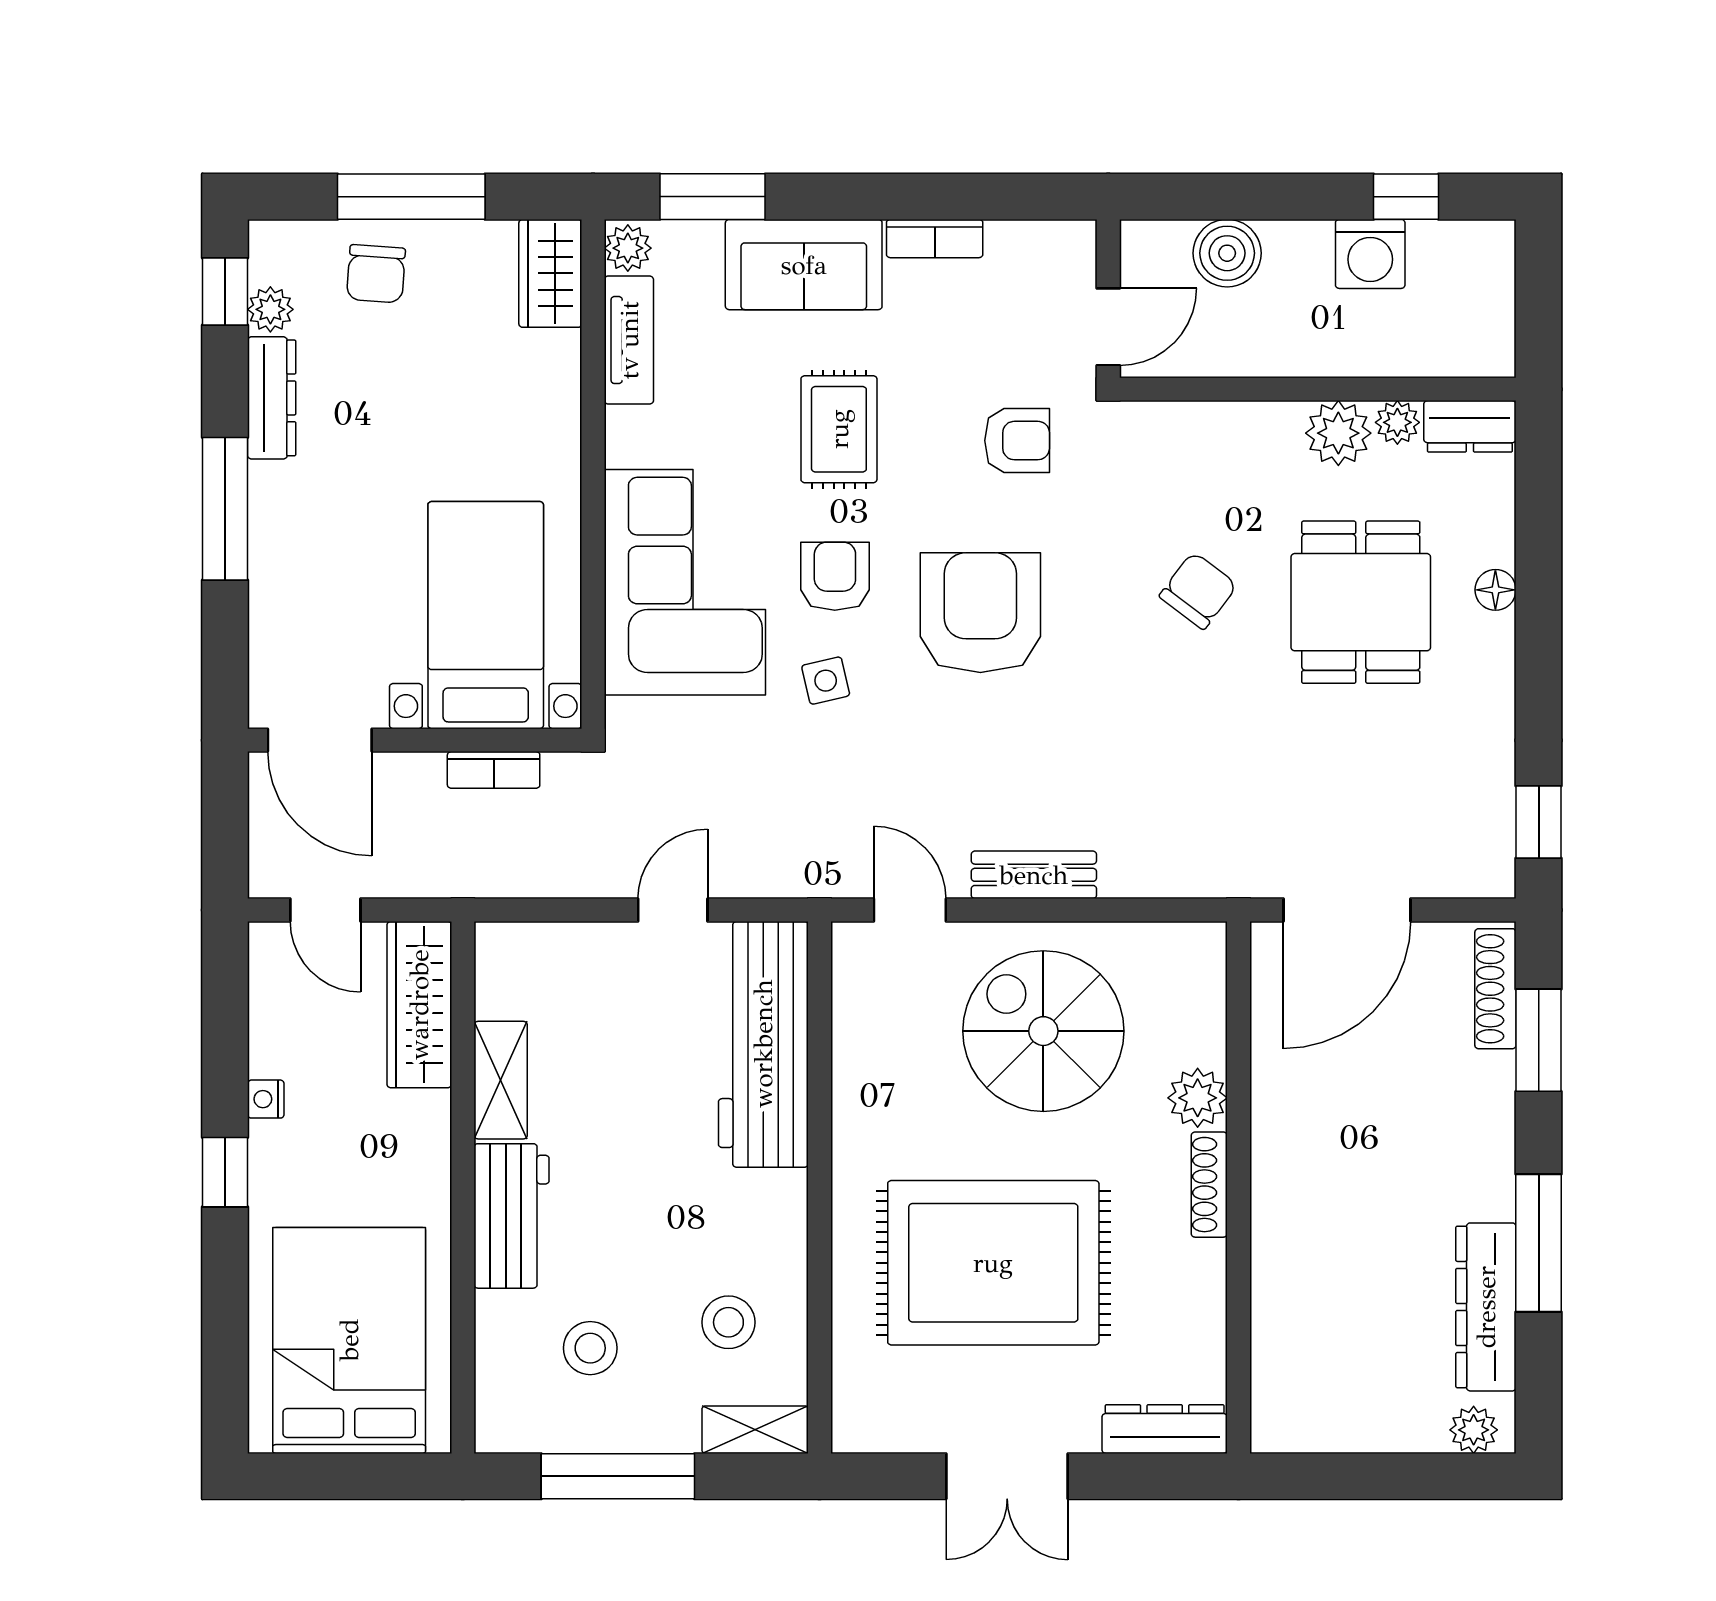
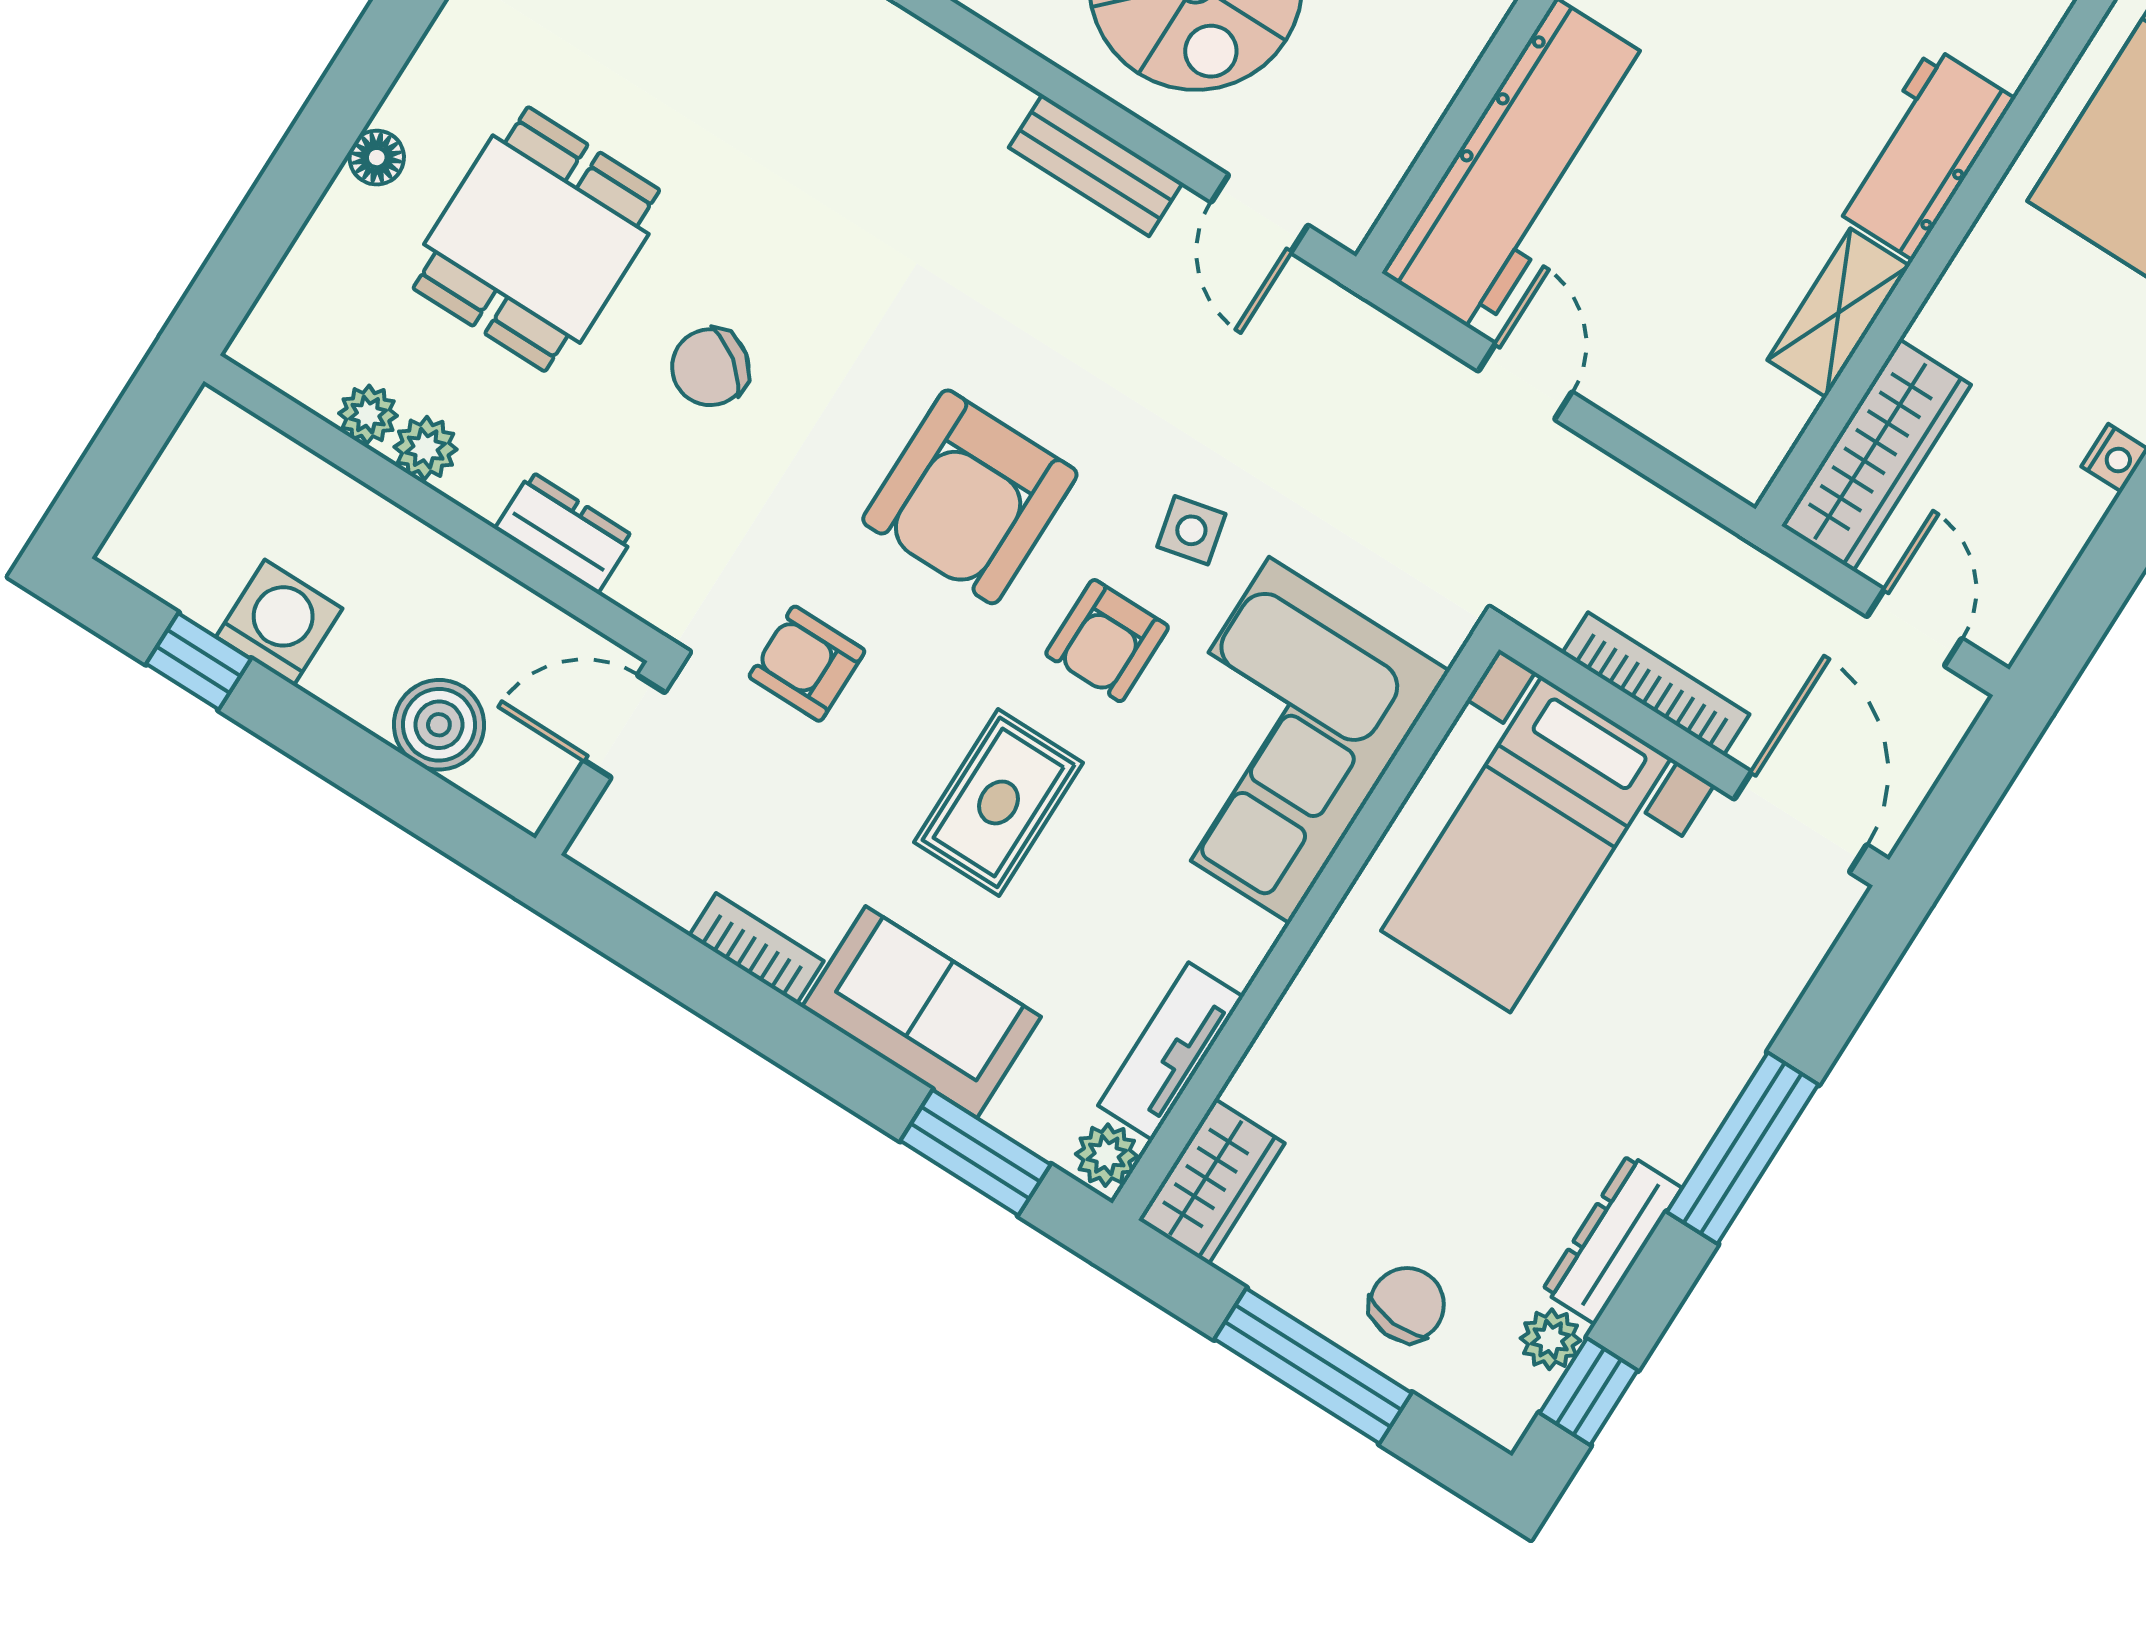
dresser: (1470, 426) -> (564, 533), moved
plant: (1338, 433) -> (426, 448), width x0.73, depth x0.73
bookcase: (494, 770) -> (1656, 684), width x1.56
door: (673, 910) -> (1525, 382), swing flipped

